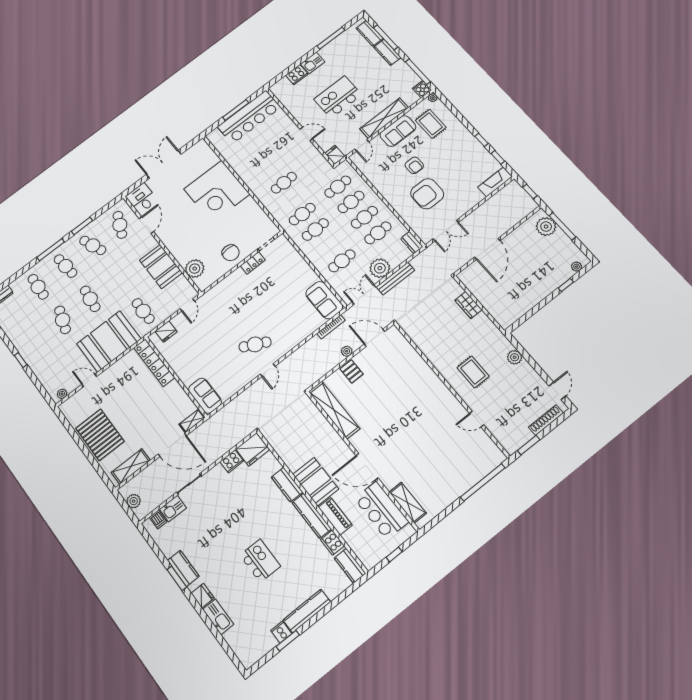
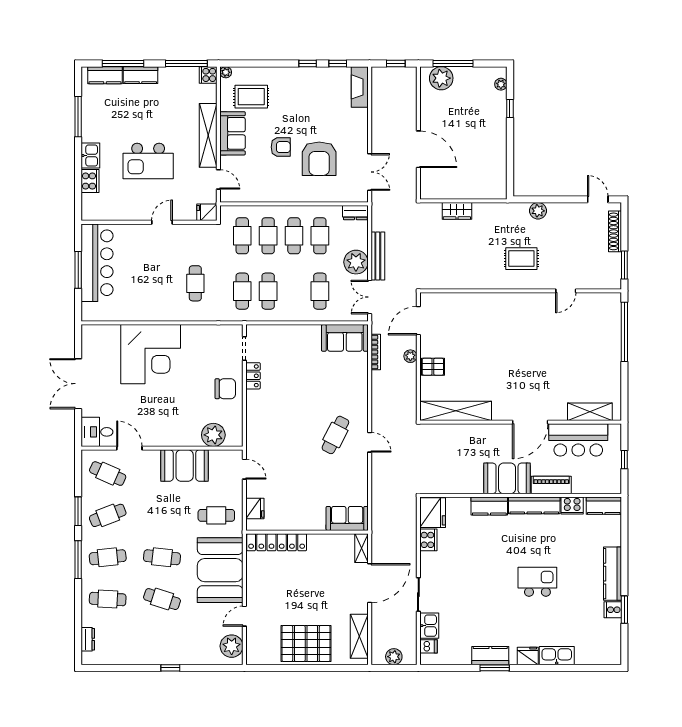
kitchen island: (338, 97) -> (148, 161), turned -90
plant: (62, 394) -> (232, 646), width x1.87, depth x1.87

